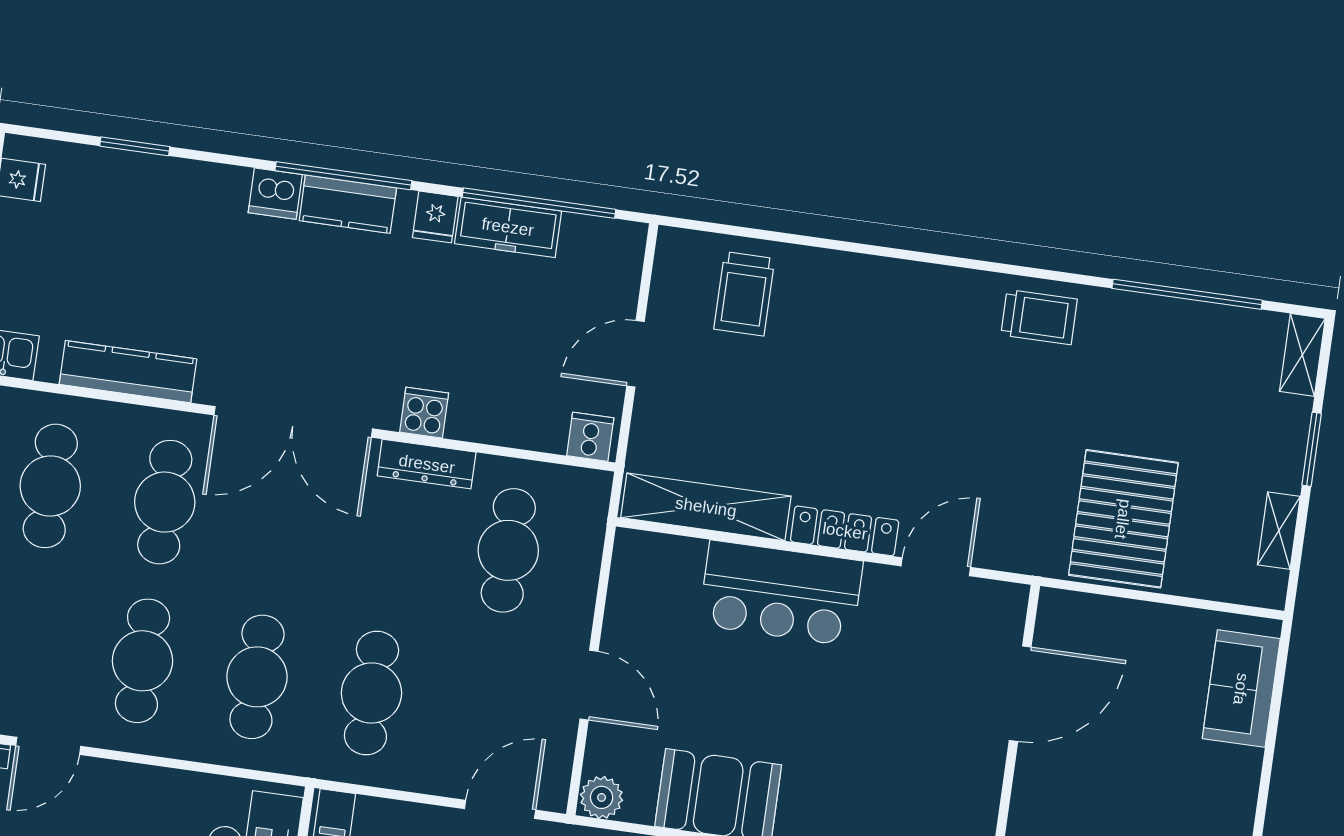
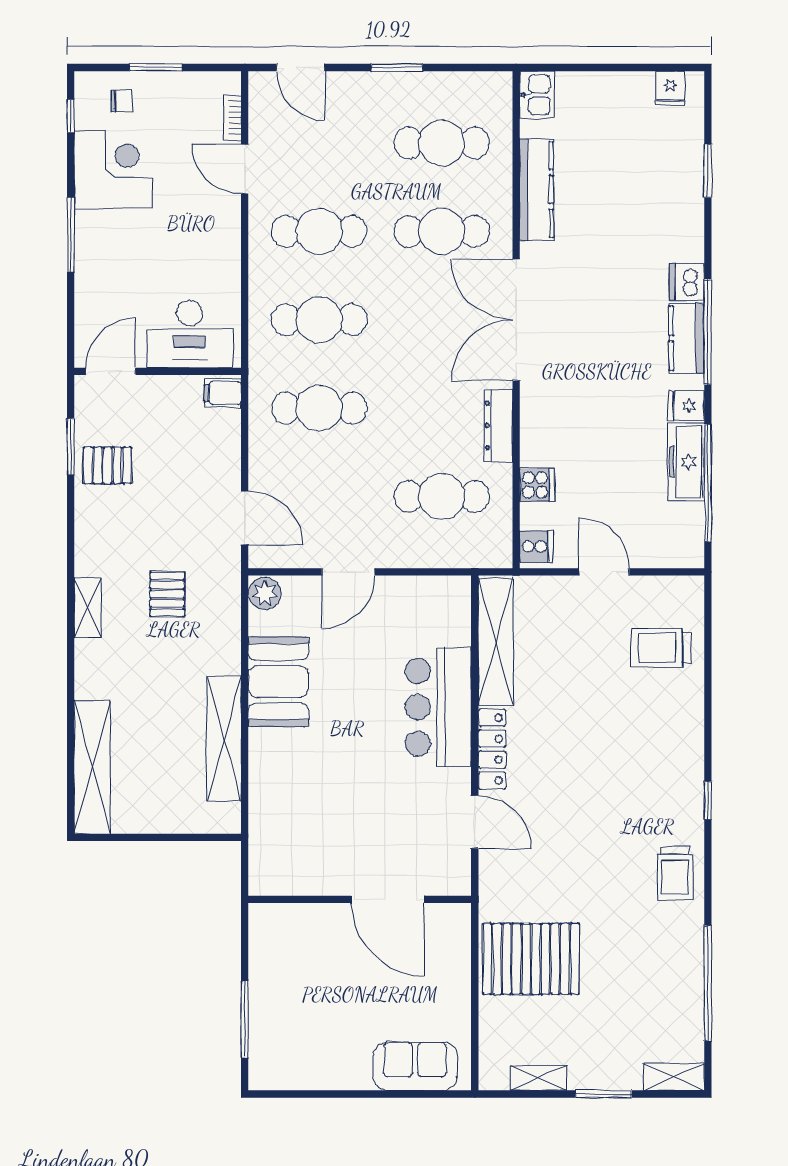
window: (951, 261) -> (708, 801), added
cooker: (424, 413) -> (537, 485), moved

